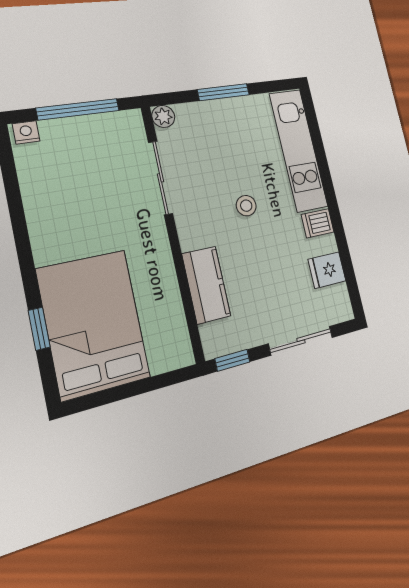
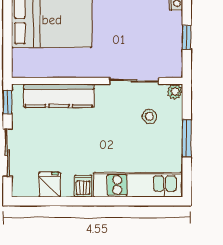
window: (78, 109) -> (187, 37), width x0.46
stool: (246, 206) -> (149, 116), moved
kitchen counter: (206, 285) -> (59, 96), width x1.50

